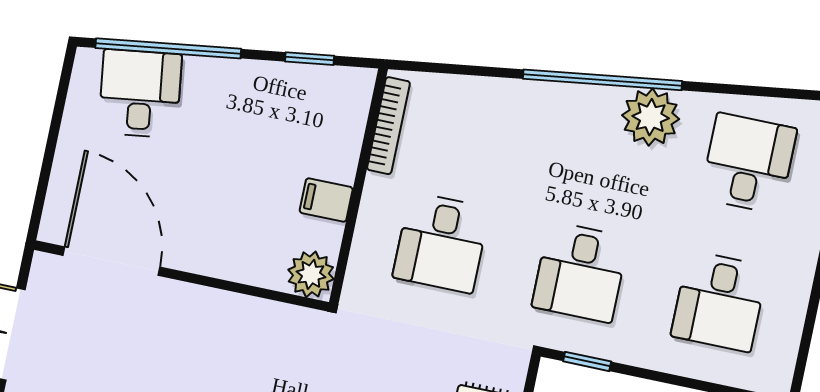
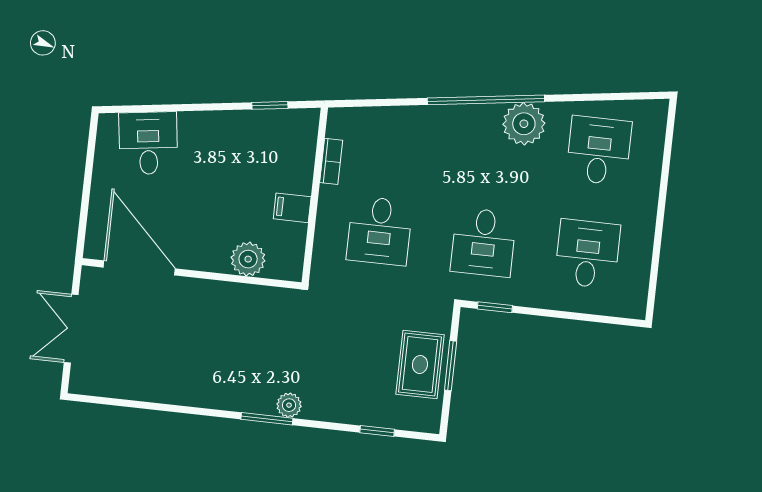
window: (168, 48) -> (166, 108), removed
bookcase: (389, 126) -> (331, 161), width x0.64
plant: (311, 274) -> (248, 259), moved
desk: (719, 301) -> (587, 254), turned 180

